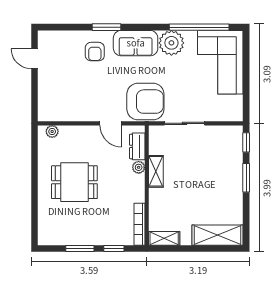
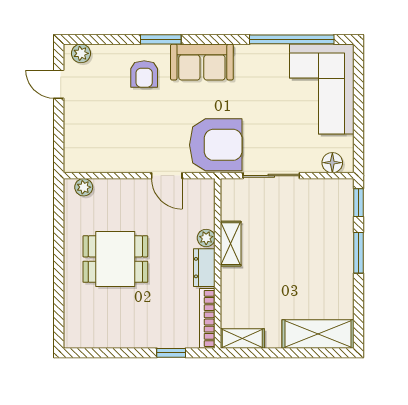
plant: (171, 43) -> (81, 53), moved, width x0.53, depth x0.53
floor lamp: (228, 114) -> (332, 163), added
dresser: (137, 146) -> (204, 268), moved
window: (80, 249) -> (123, 353), removed

